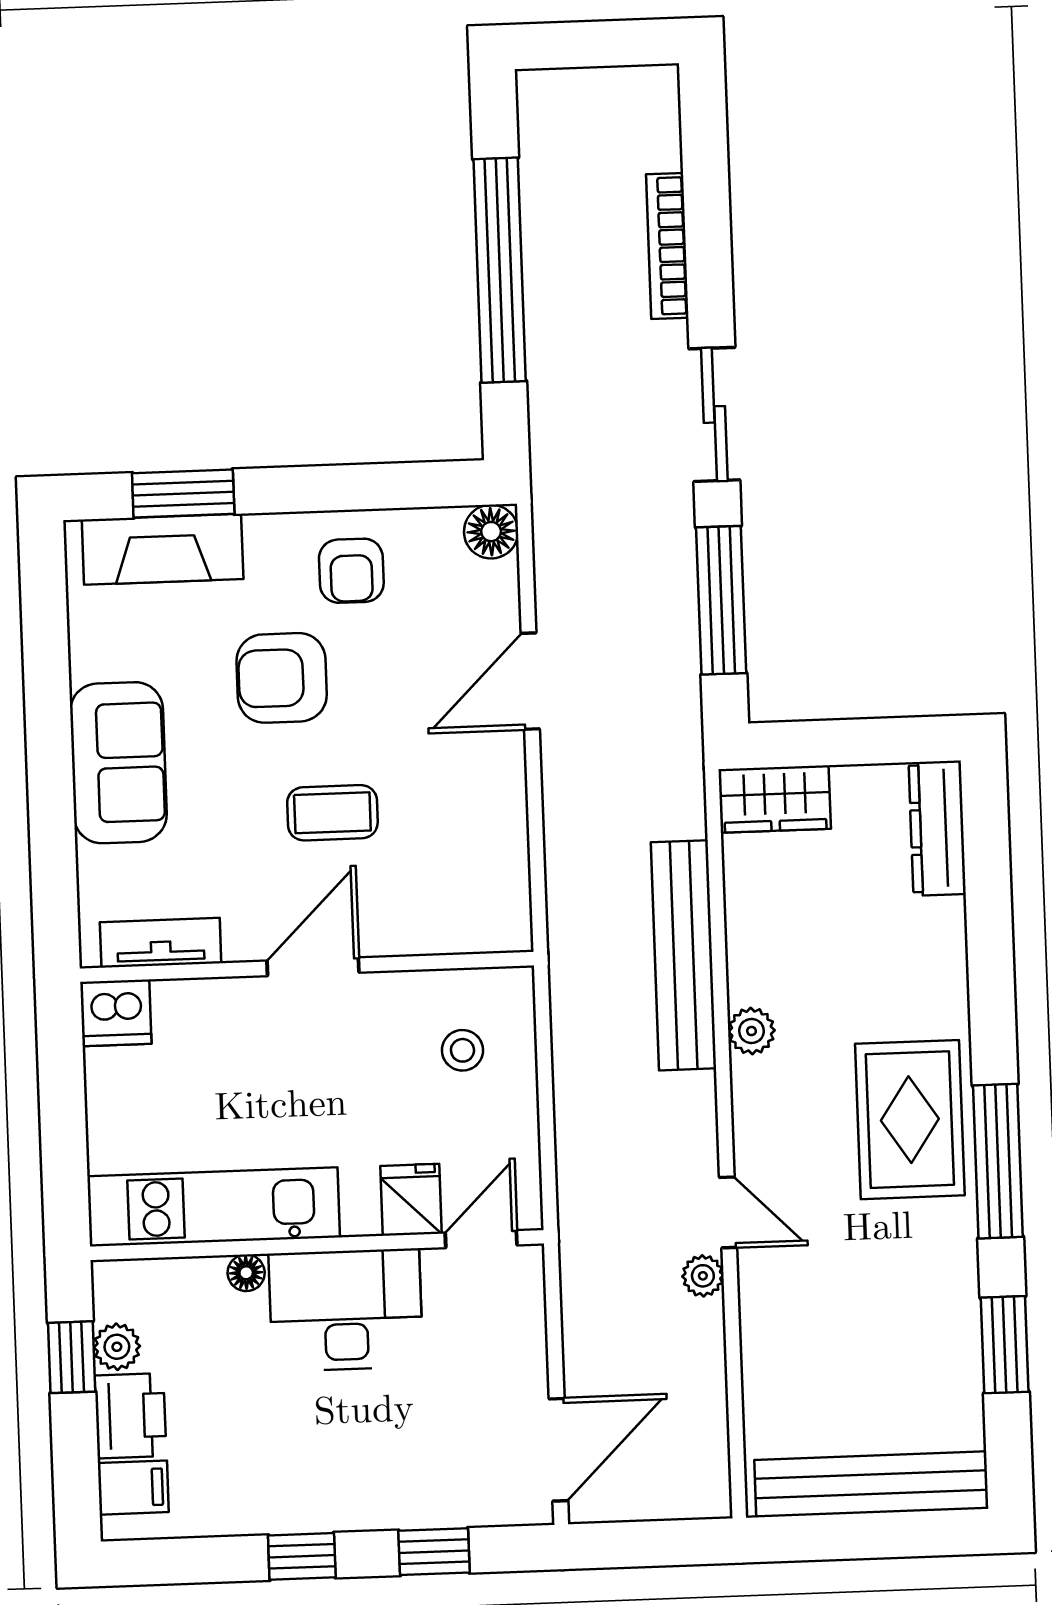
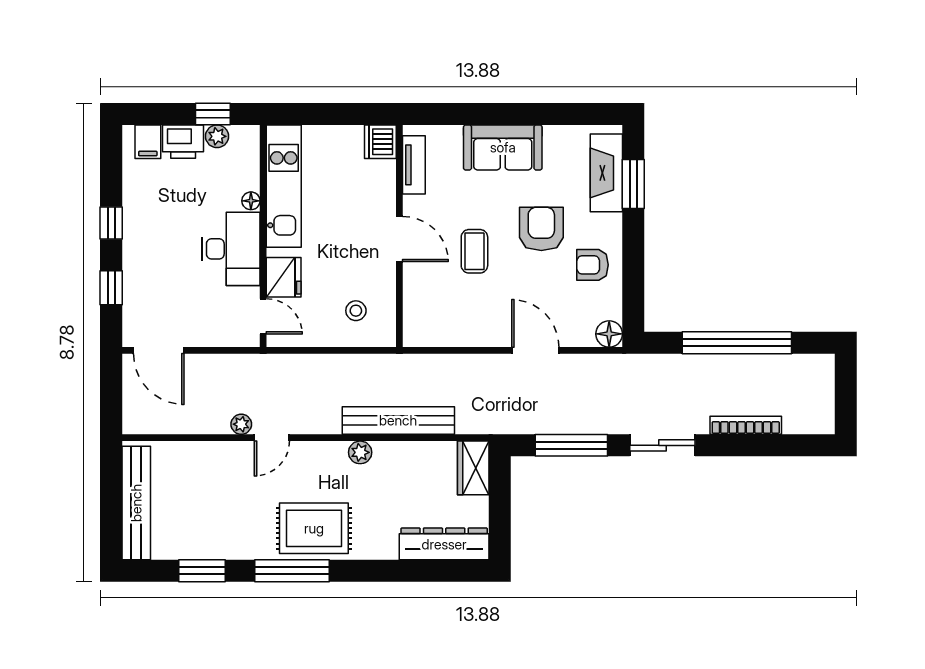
dresser: (937, 828) -> (444, 544), width x1.37, depth x1.24
fridge: (411, 1200) -> (284, 277), width x1.38

